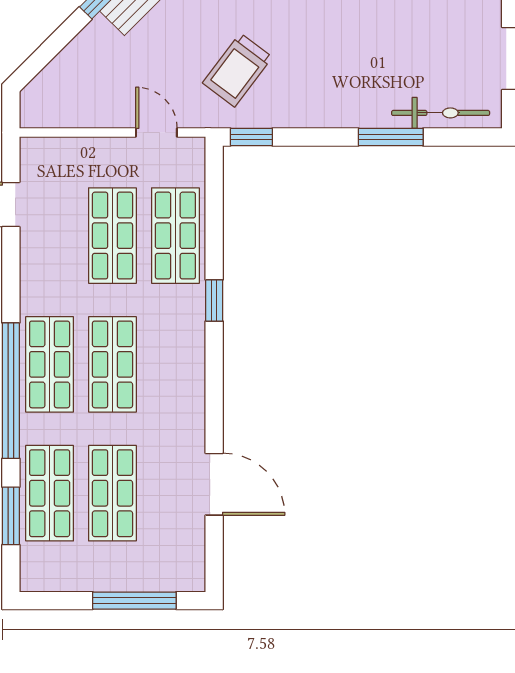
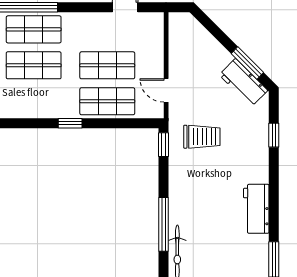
trolley: (237, 70) -> (202, 137), turned 143
door: (156, 133) -> (166, 90), swing flipped
window: (391, 137) -> (164, 224), width x1.44

